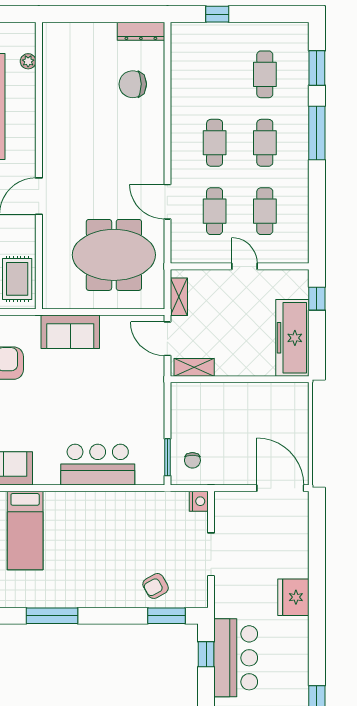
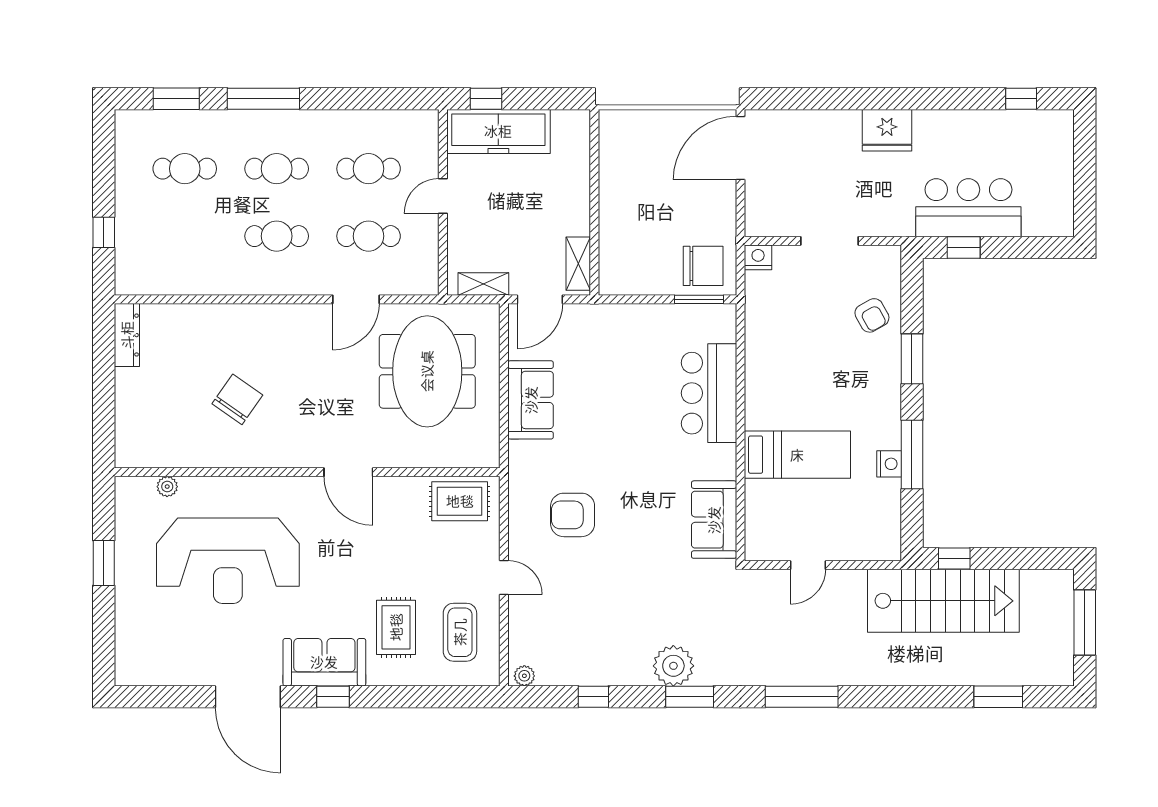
chair: (133, 84) -> (237, 399), moved, turned -145
sofa: (70, 332) -> (531, 400), moved
freezer: (292, 338) -> (498, 131), moved
chair: (192, 460) -> (703, 266), width x1.87, depth x1.87
bed: (25, 531) -> (797, 455), moved
nightstand: (45, 599) -> (889, 464), added
window: (167, 616) -> (912, 359), moved

